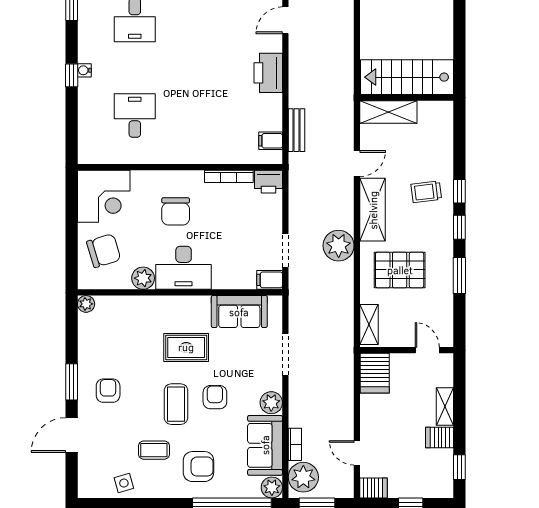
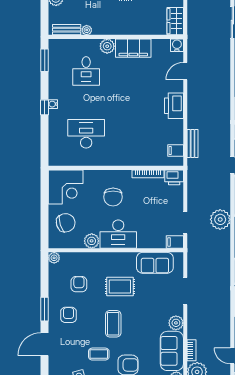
desk: (135, 115) -> (86, 134), width x1.37
armchair: (215, 397) -> (79, 284), moved

